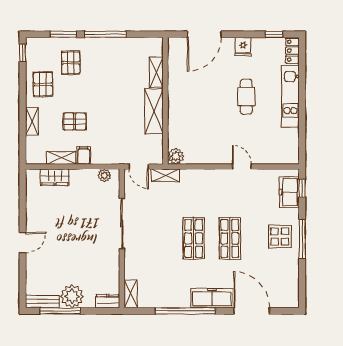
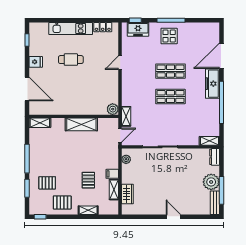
locker: (292, 51) -> (103, 27), moved
shelving: (156, 72) -> (40, 123), moved

